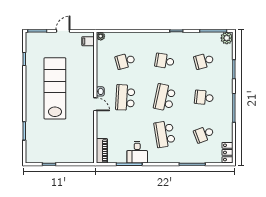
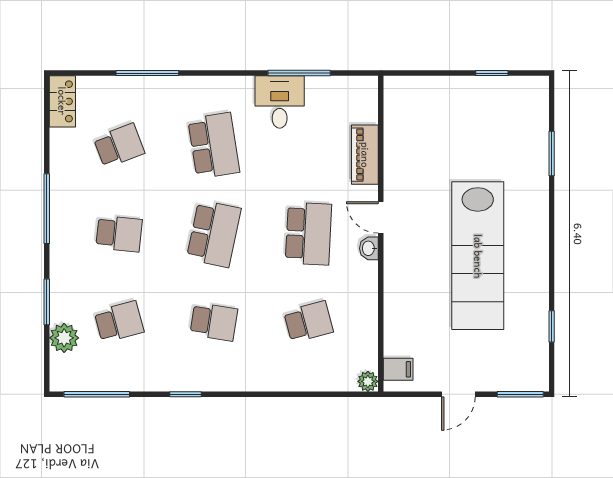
plant: (227, 38) -> (64, 338), moved
piano: (102, 151) -> (365, 155), moved

